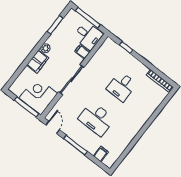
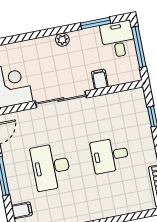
desk: (88, 36) -> (118, 39), moved, turned 180
filing cabinet: (38, 62) -> (41, 47), removed

